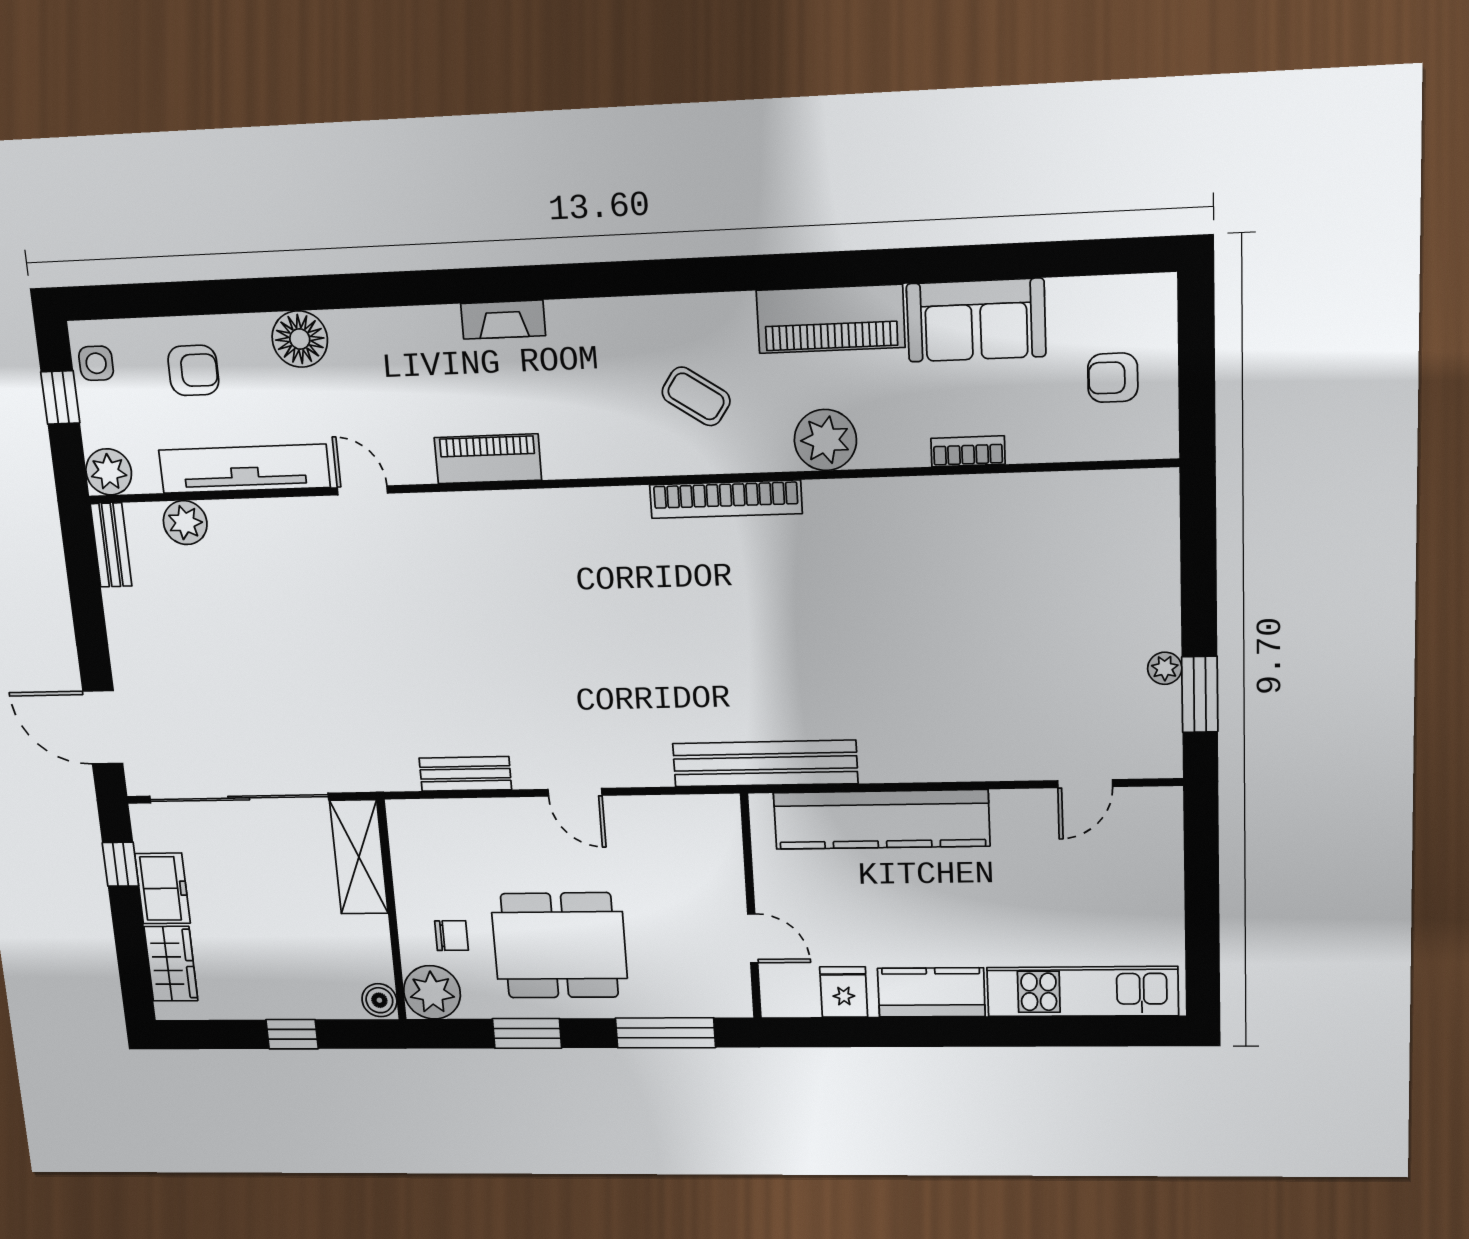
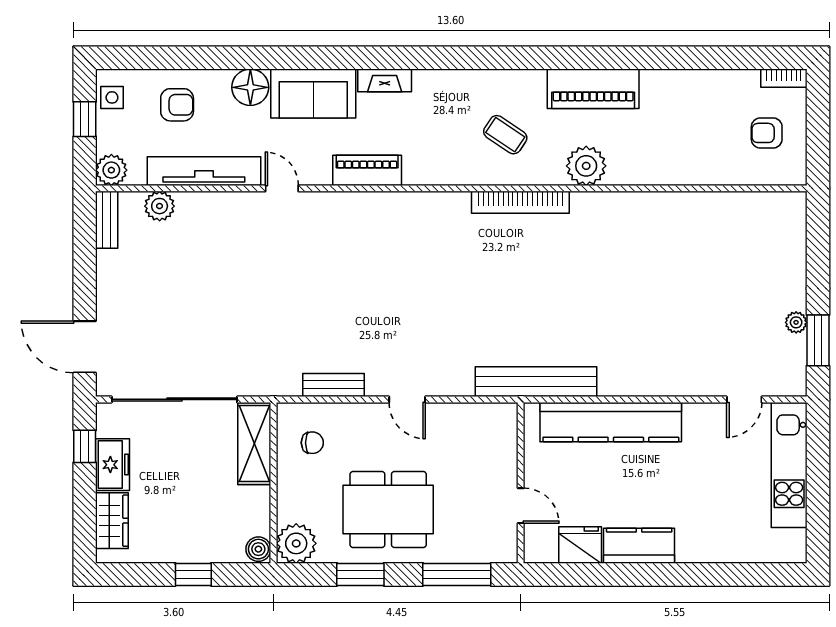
sofa: (976, 320) -> (313, 93), moved
bookcase: (968, 451) -> (784, 78), moved, turned 180
chair: (451, 936) -> (312, 443), moved
fridge: (844, 992) -> (580, 545), width x1.38
kitchen unit: (1083, 992) -> (789, 465), moved, turned -90

